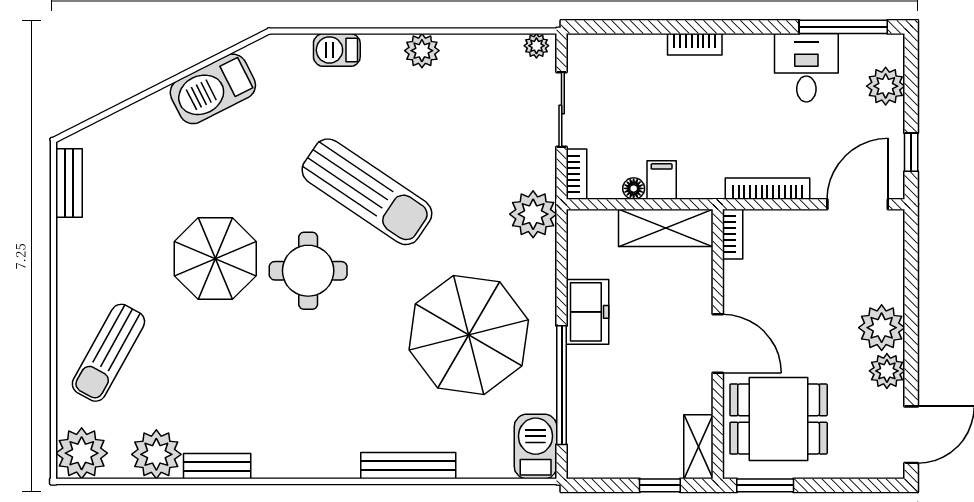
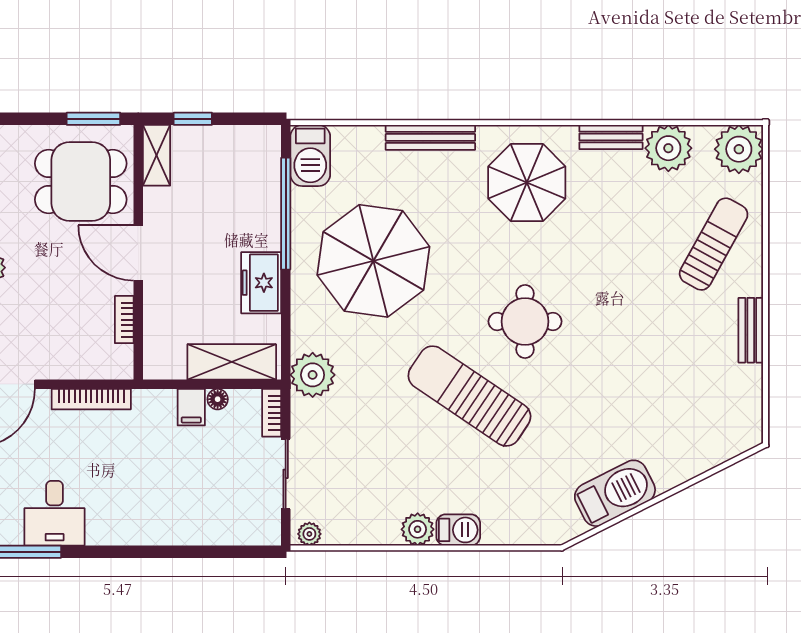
bookcase: (695, 44) -> (160, 535), removed
barbecue: (337, 50) -> (458, 530), moved
bench: (69, 183) -> (751, 330), moved
shelving: (666, 228) -> (232, 362), moved
bookcase: (733, 234) -> (124, 320), moved
parasol: (215, 259) -> (527, 183), moved

